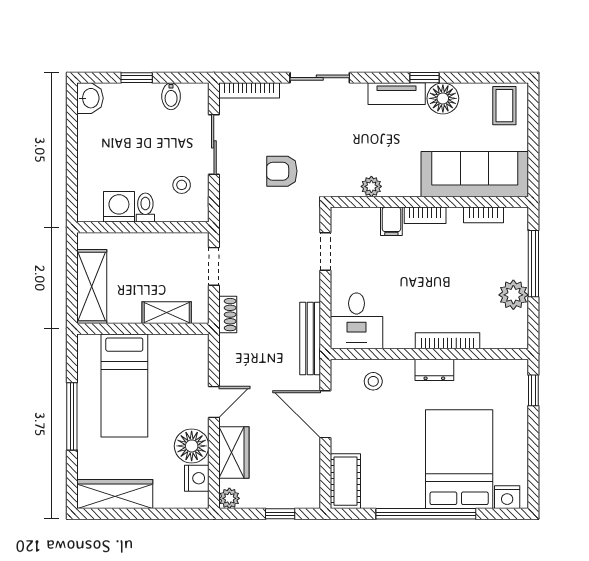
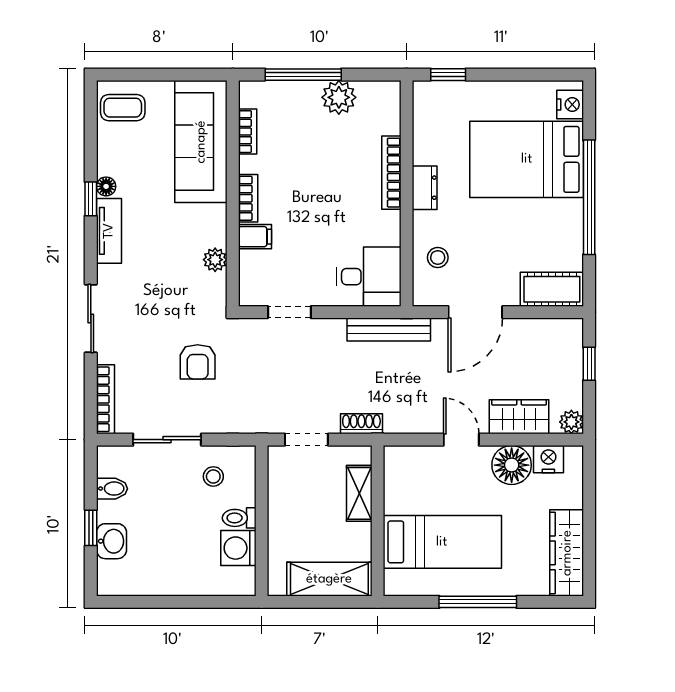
washbasin: (90, 98) -> (111, 541), moved, turned 90
floor lamp: (443, 98) -> (106, 186), width x0.53, depth x0.53

